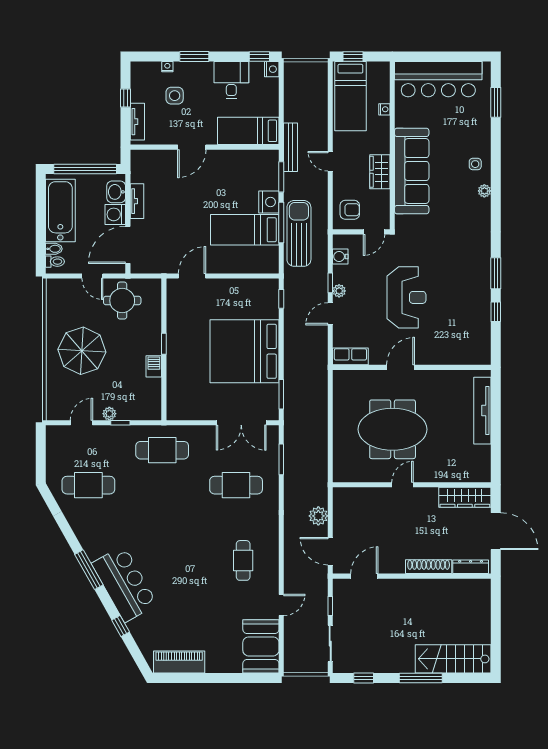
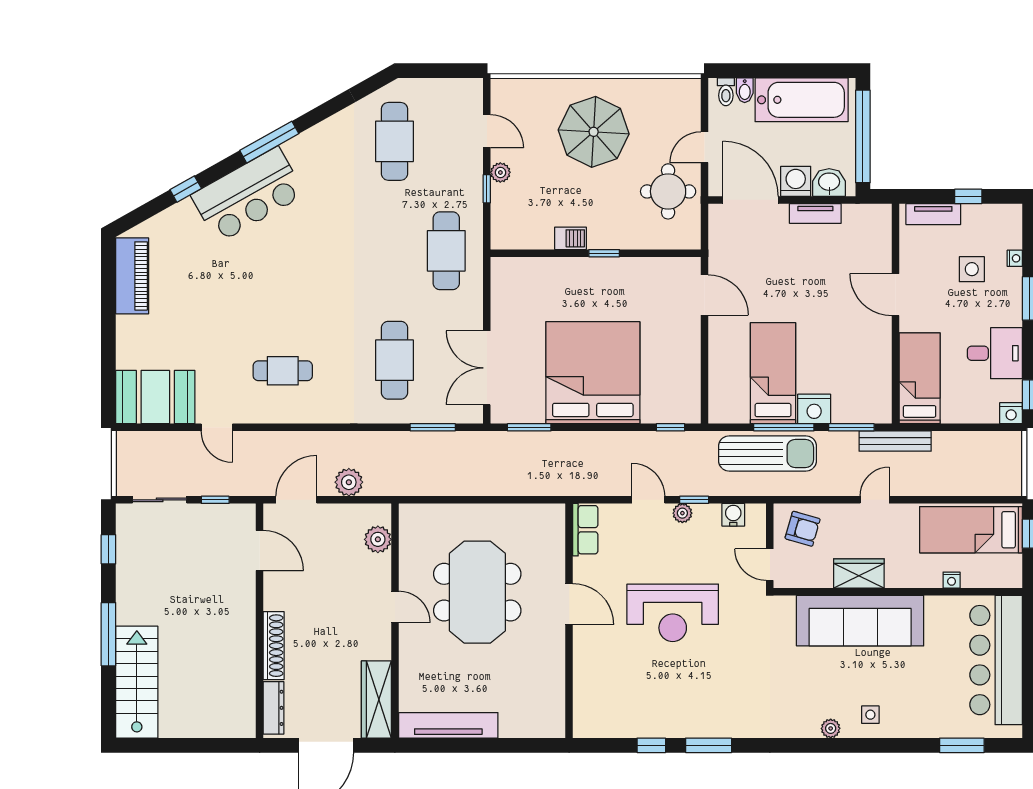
armchair: (350, 210) -> (803, 529), turned -74
tv unit: (482, 411) -> (448, 725), moved
plant: (357, 496) -> (378, 539), added

